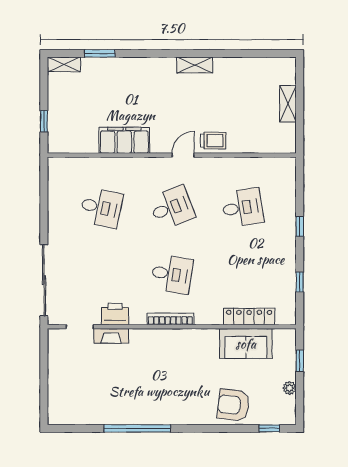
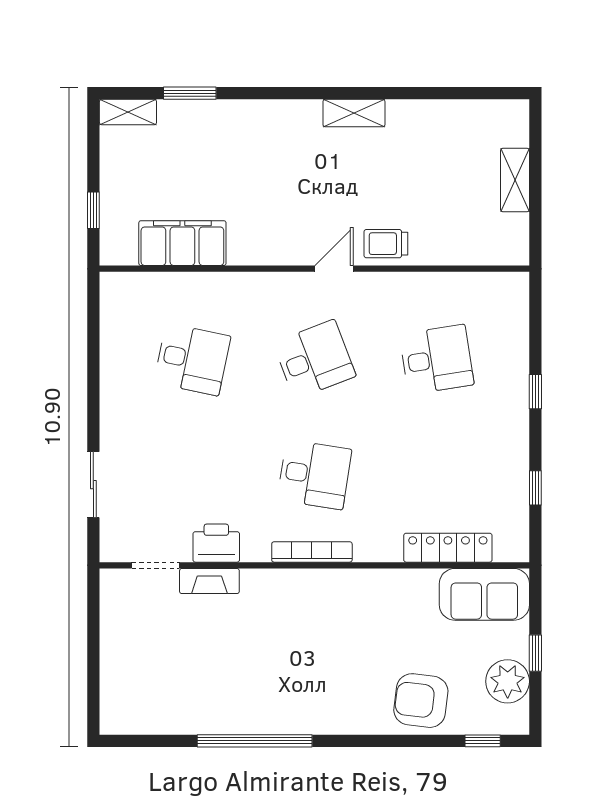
filing cabinet: (124, 140) -> (182, 243), moved
trolley: (213, 141) -> (386, 244), turned 180
sliding door: (44, 280) -> (93, 485), width x0.54
sofa: (246, 344) -> (484, 594), moved
window: (300, 361) -> (535, 653), moved
plant: (290, 388) -> (508, 681), width x1.87, depth x1.87

